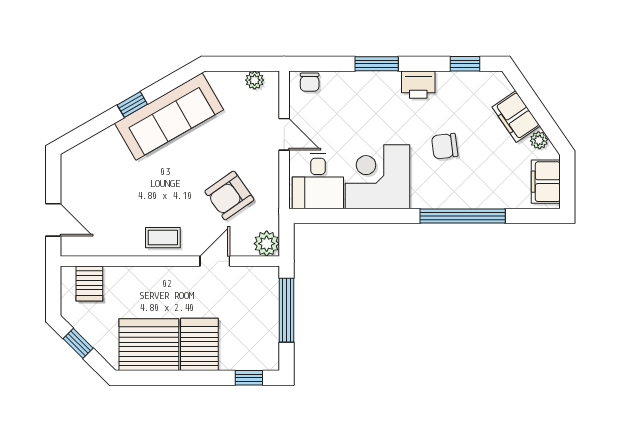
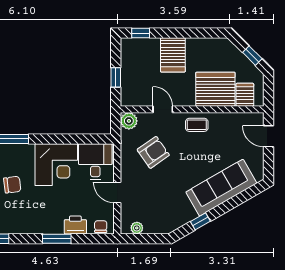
printer: (418, 85) -> (75, 225), moved
window: (132, 105) -> (200, 221), moved
sofa: (169, 116) -> (221, 188), moved
door: (215, 261) -> (163, 109), swing flipped
window: (287, 310) -> (116, 77), width x0.46
server rack: (149, 345) -> (215, 89), moved, turned 180

